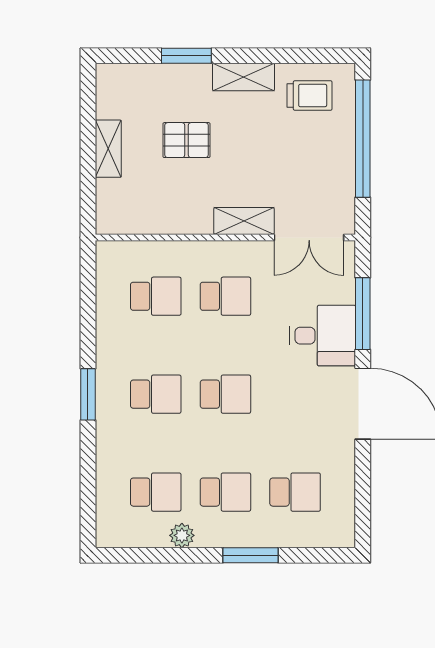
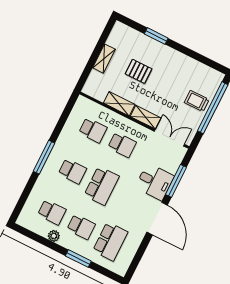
shelving: (243, 77) -> (119, 104), moved
trolley: (310, 95) -> (197, 101), moved, turned 180
double door: (309, 237) -> (169, 138), swing flipped
window: (88, 394) -> (44, 157), width x1.44
school desk: (225, 394) -> (102, 186), width x1.85
school desk: (295, 492) -> (110, 241), width x1.85

